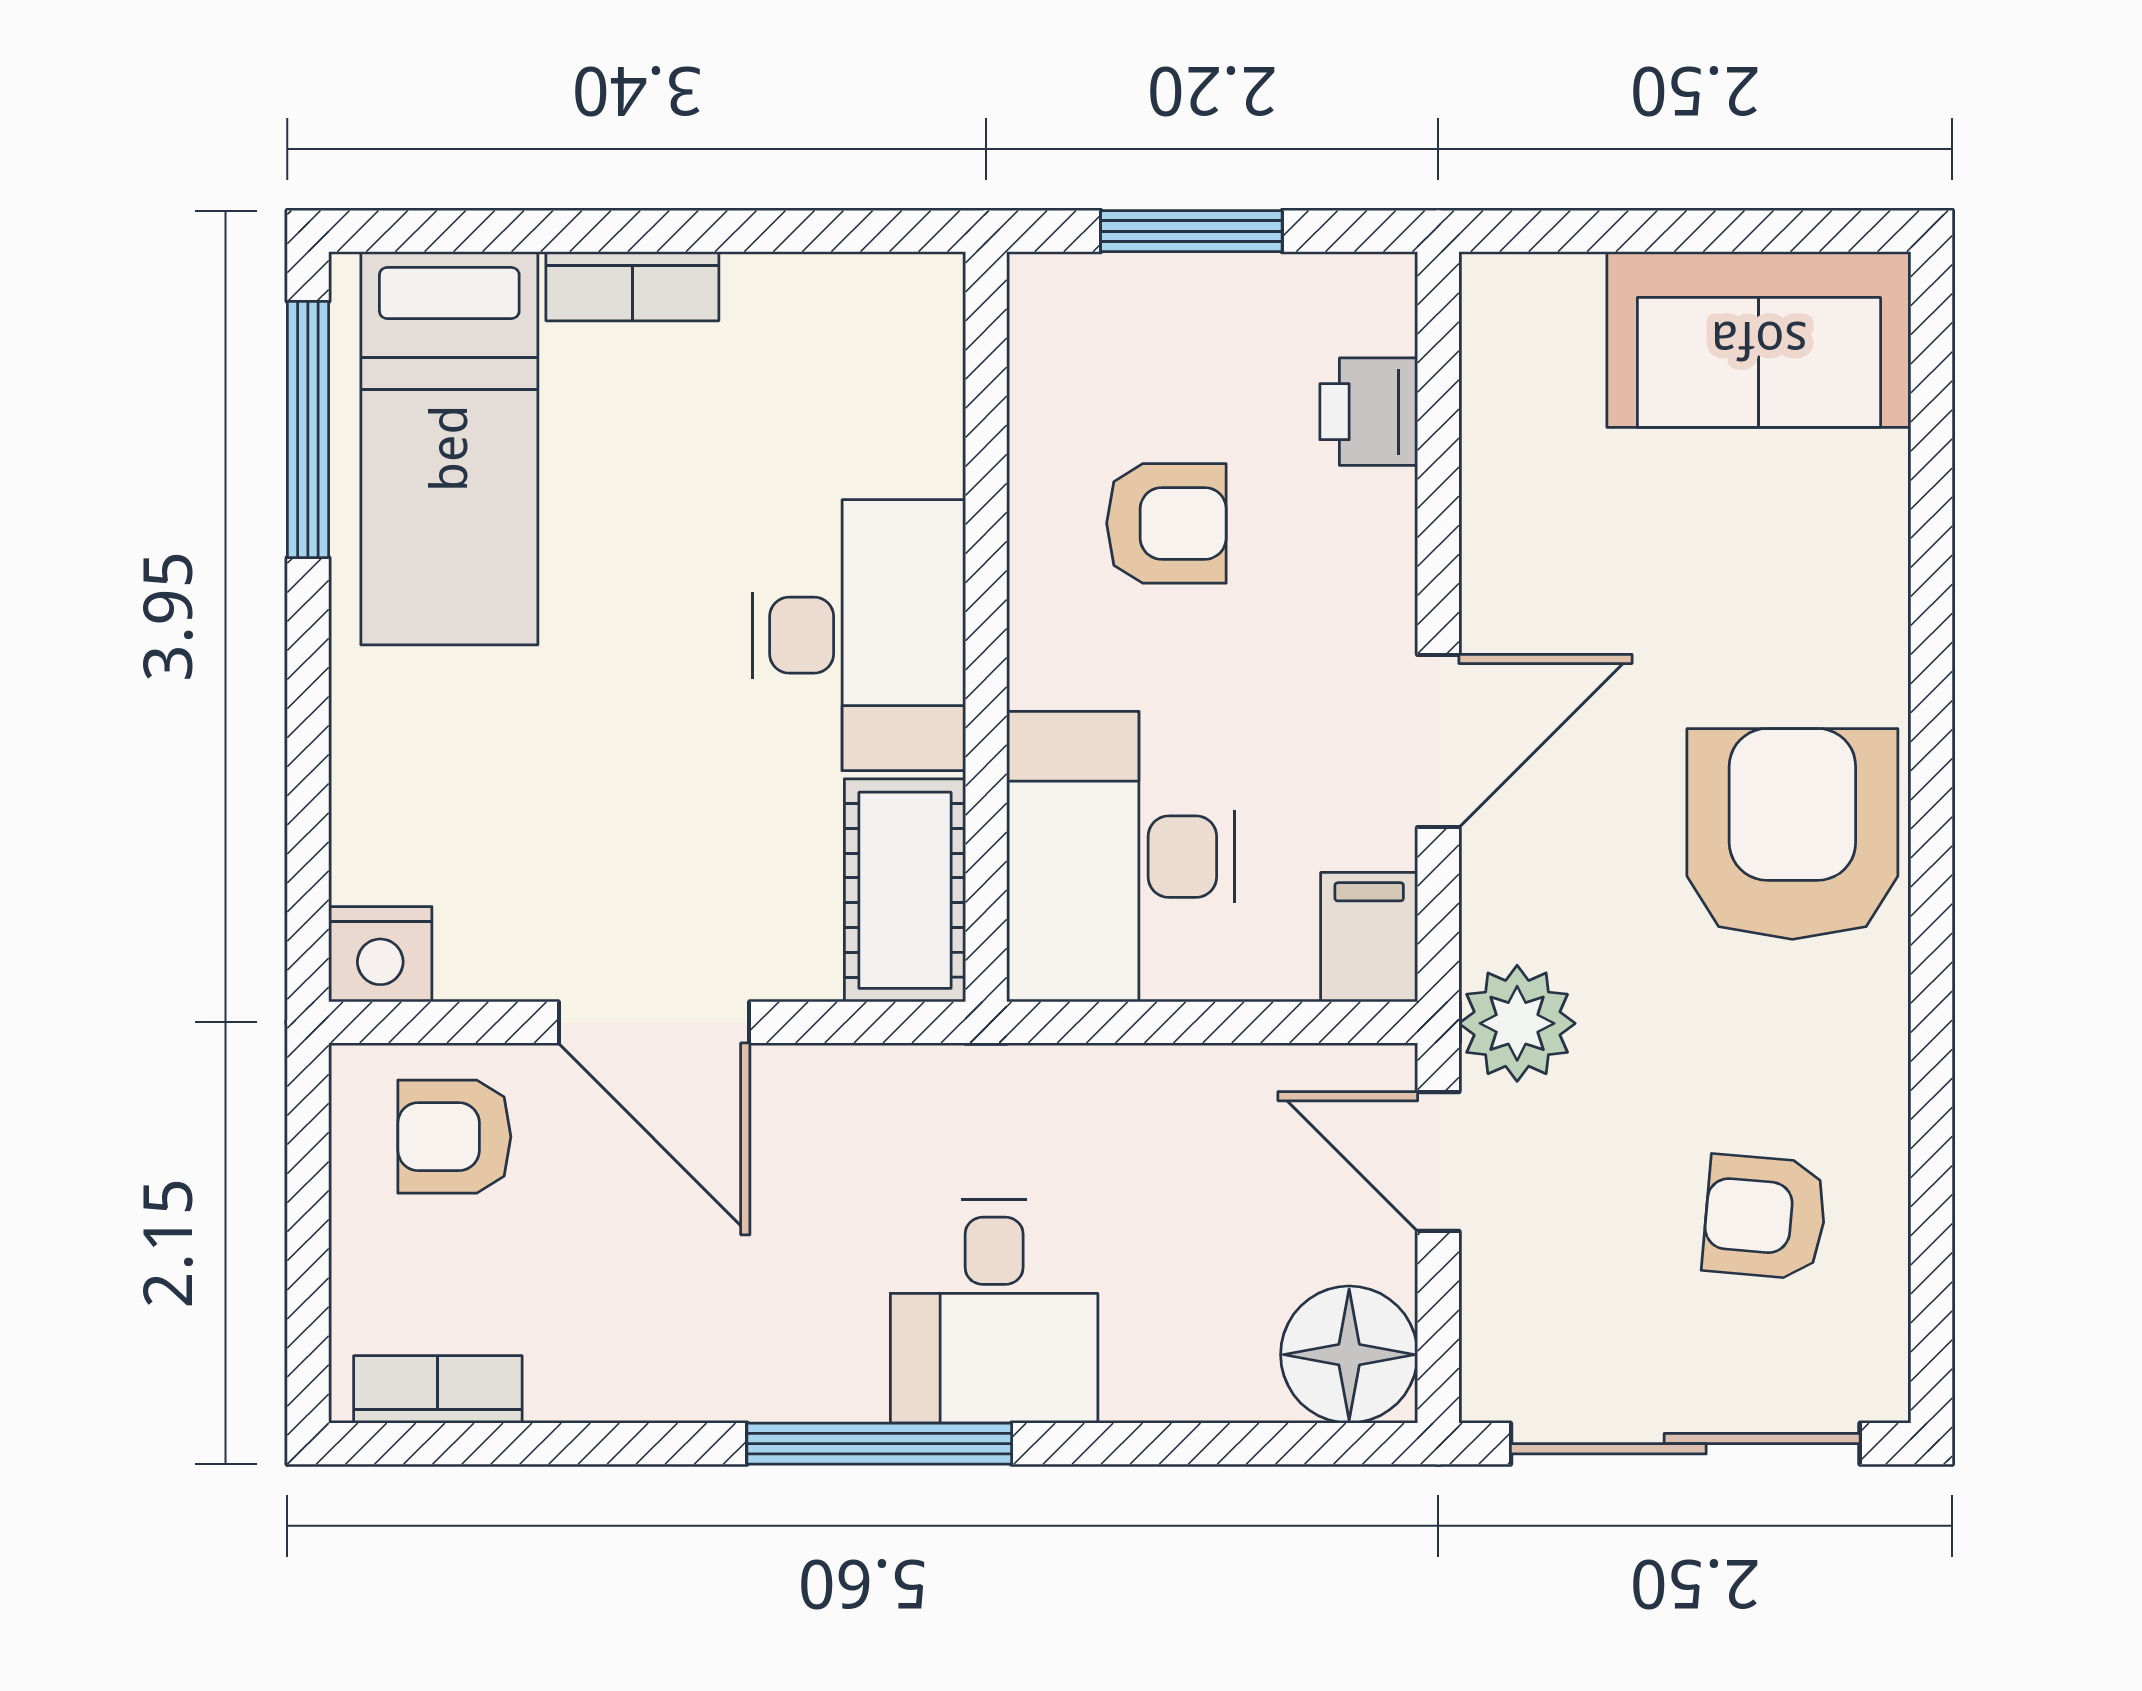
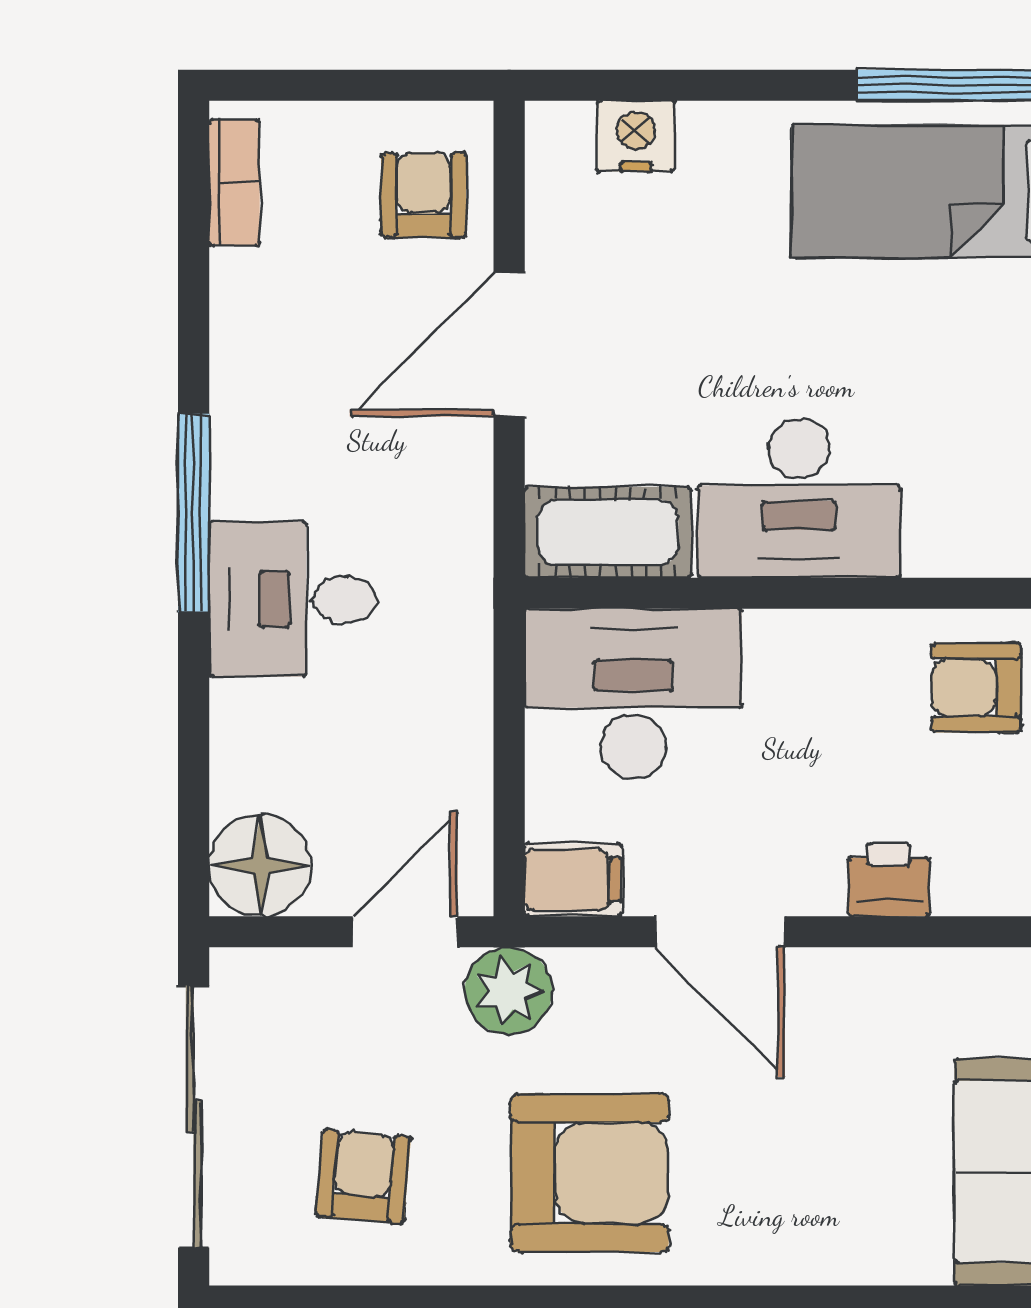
printer: (1369, 412) -> (889, 880), moved
armchair: (1166, 523) -> (976, 688), moved, turned 90
armchair: (1792, 834) -> (590, 1173), moved
nightstand: (380, 954) -> (636, 136), moved, turned 90

